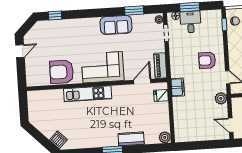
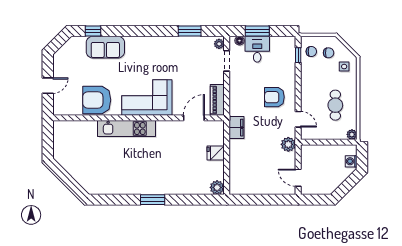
sofa: (116, 25) -> (105, 47), moved
door: (20, 51) -> (48, 86), moved
fridge: (161, 96) -> (216, 153), moved
kitchen counter: (131, 139) -> (176, 187), removed
dishwasher: (58, 140) -> (88, 182), removed

